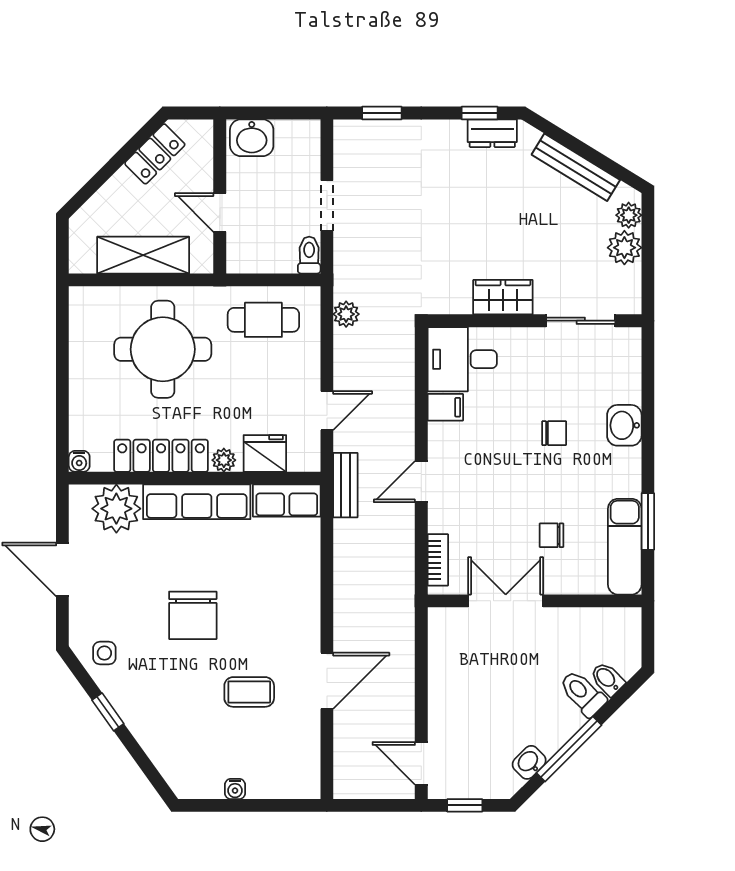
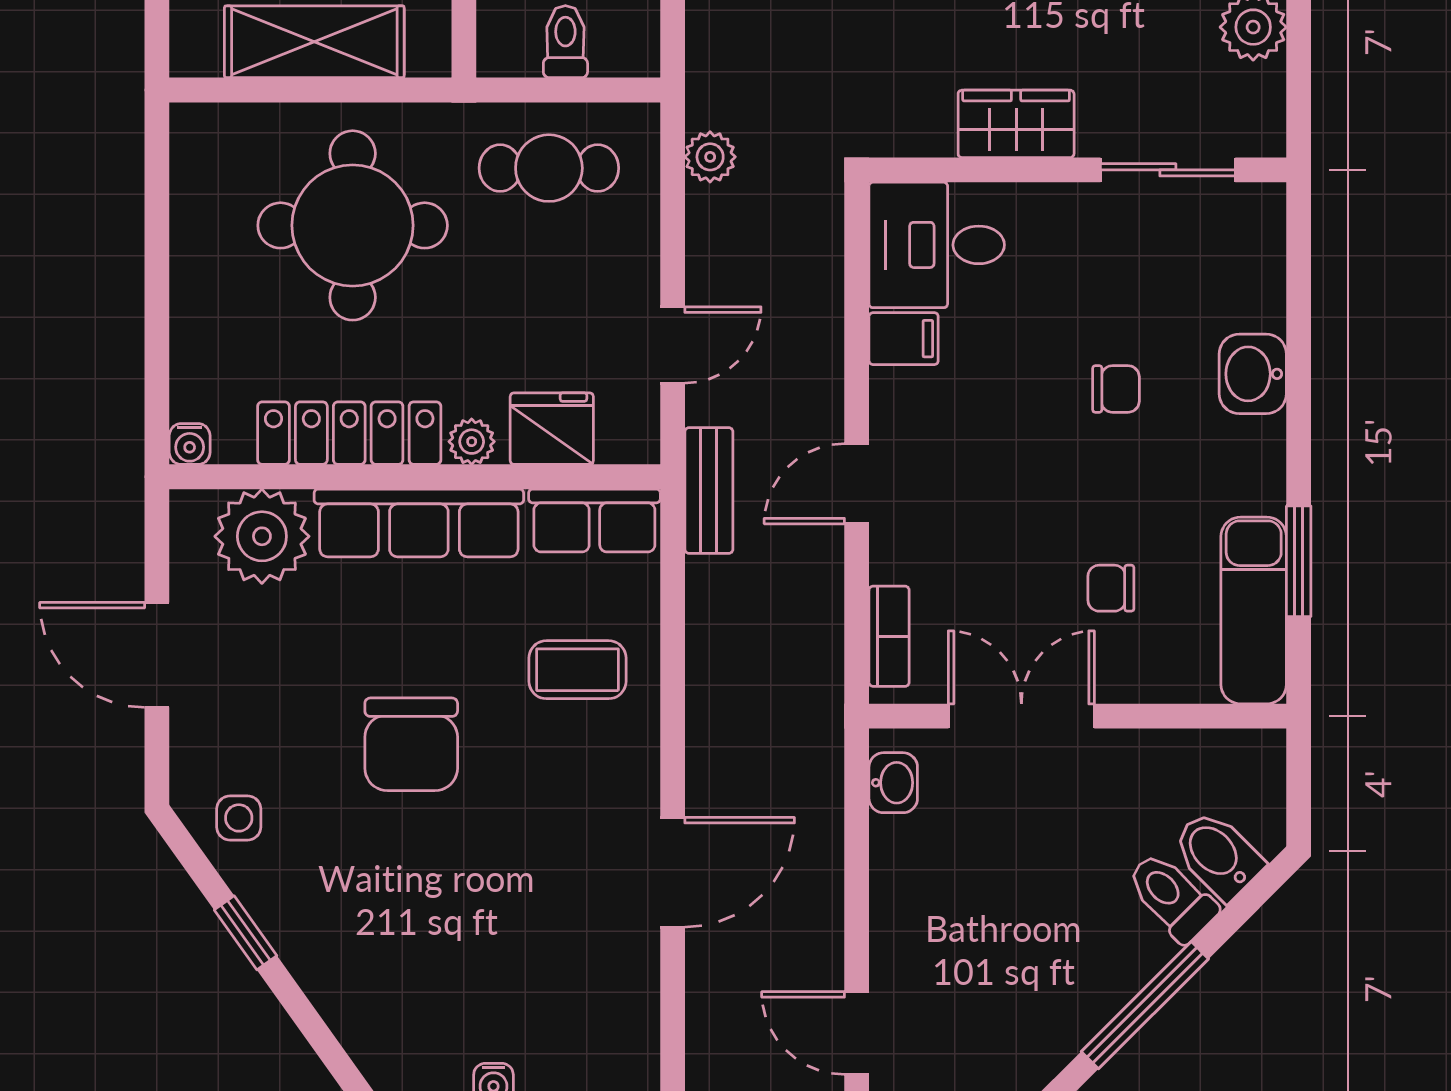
toilet: (309, 255) -> (565, 42), moved
bidet: (607, 679) -> (1217, 855), width x1.38, depth x1.36
coffee table: (249, 692) -> (578, 670), moved
washbasin: (529, 762) -> (893, 783), moved, turned 135

